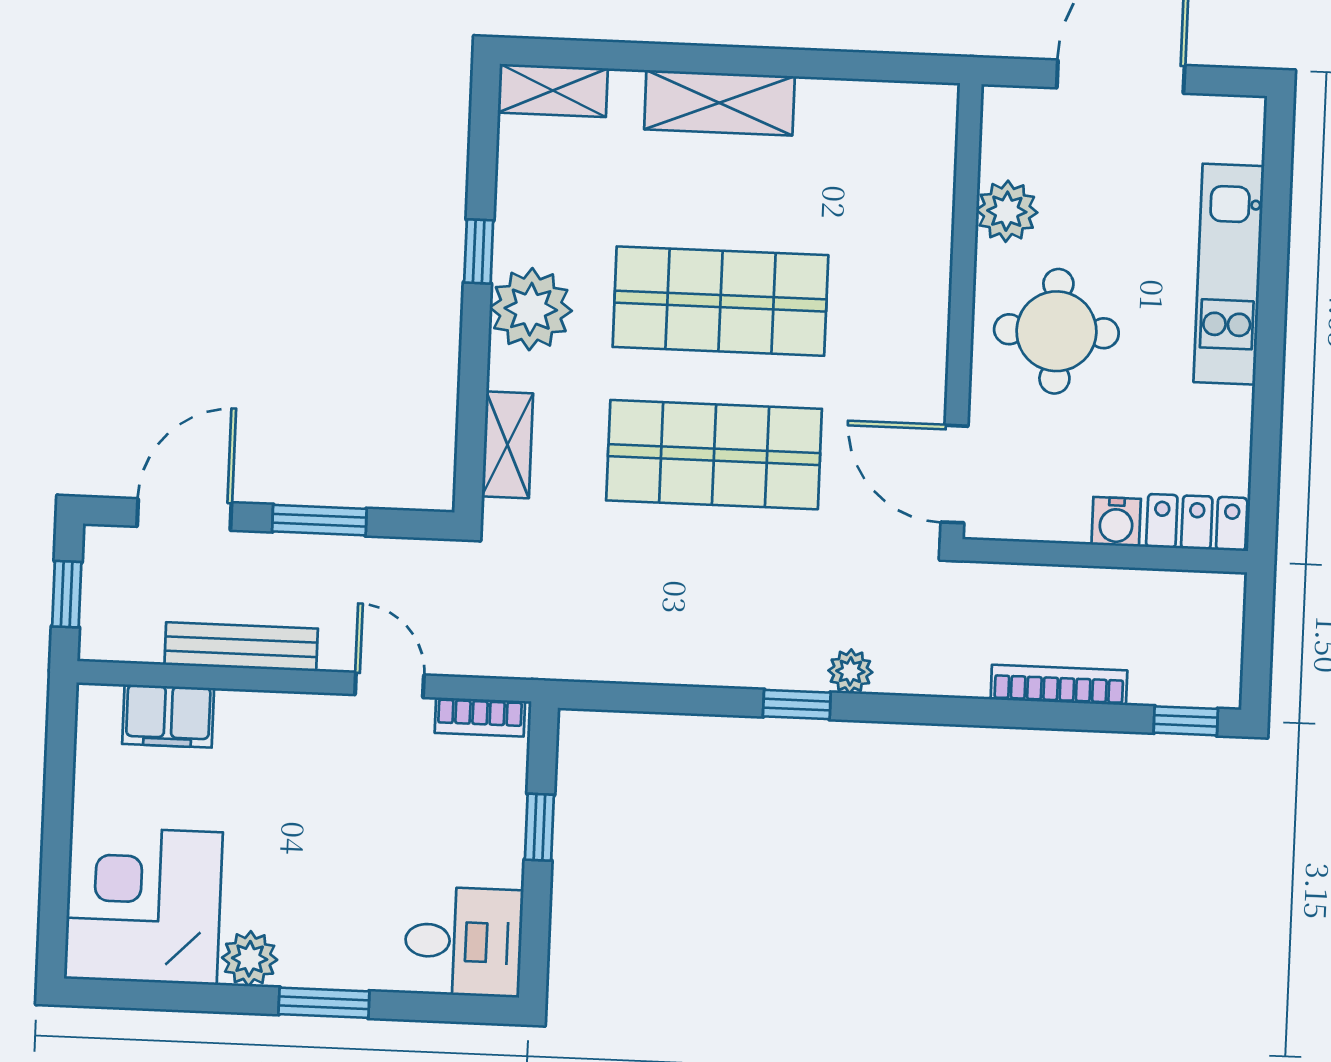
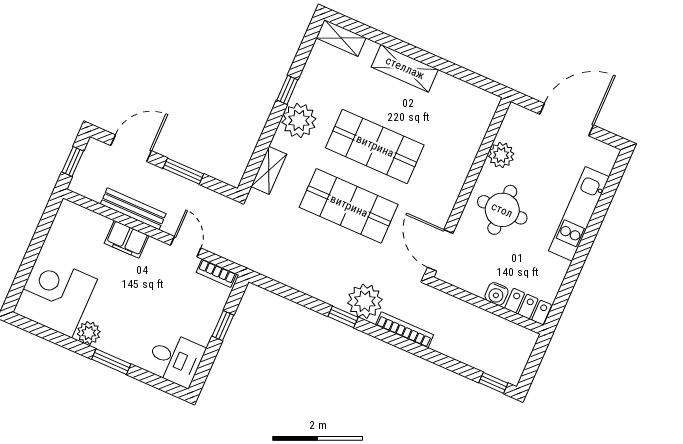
plant: (850, 671) -> (365, 301), width x1.88, depth x1.88
bookcase: (1059, 685) -> (405, 330), moved
filing cabinet: (168, 716) -> (127, 239), moved

